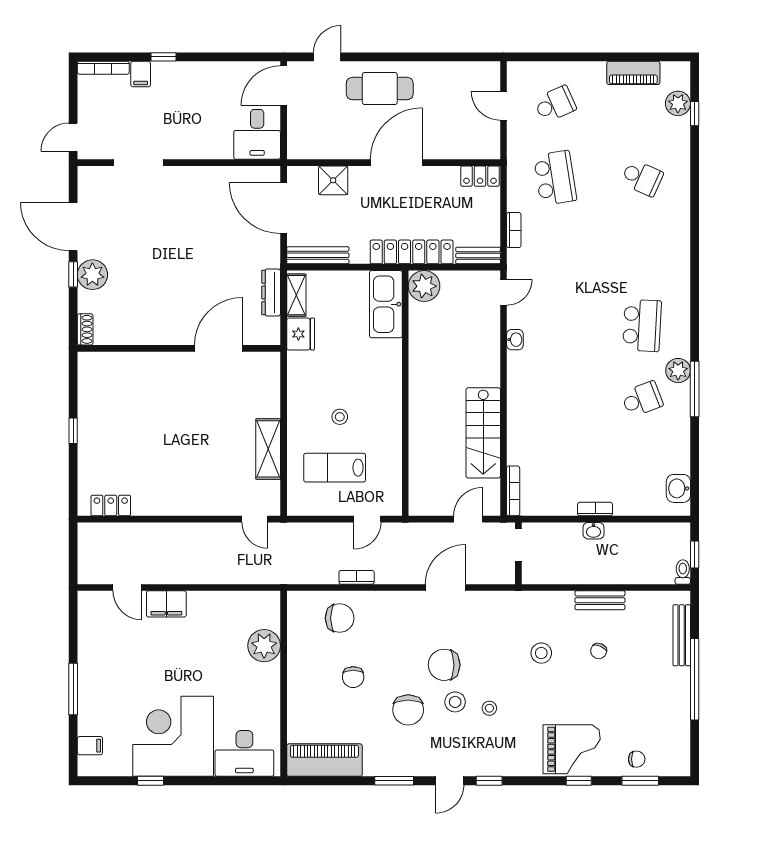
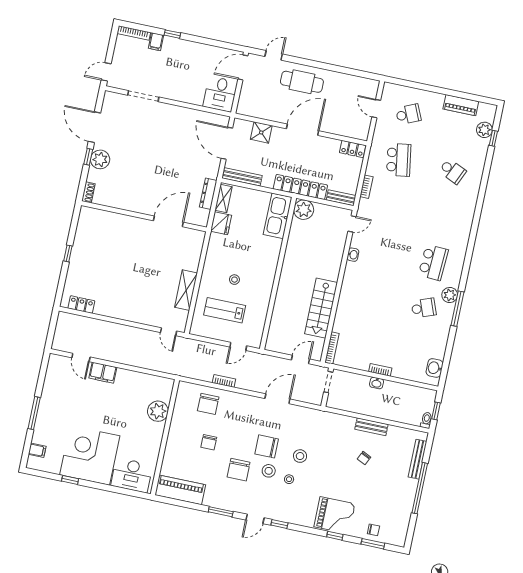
chair: (340, 618) -> (208, 404), turned 90
stool: (541, 653) -> (300, 456), moved

